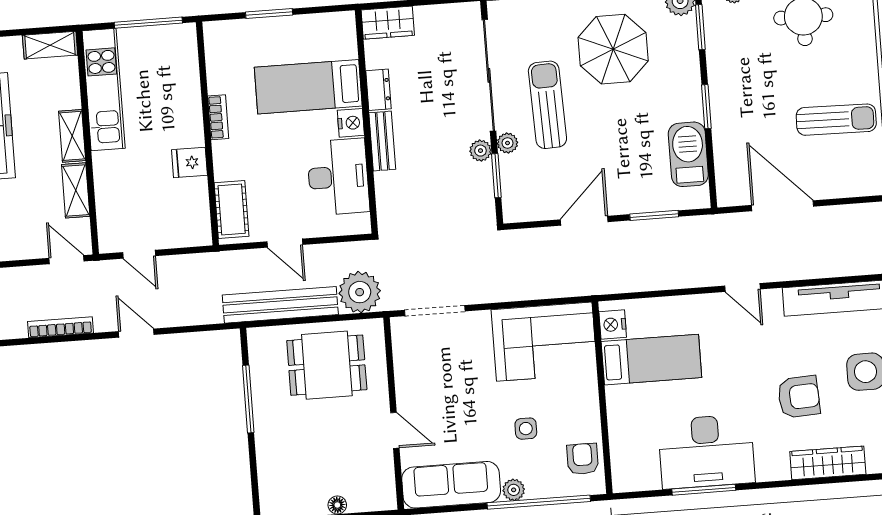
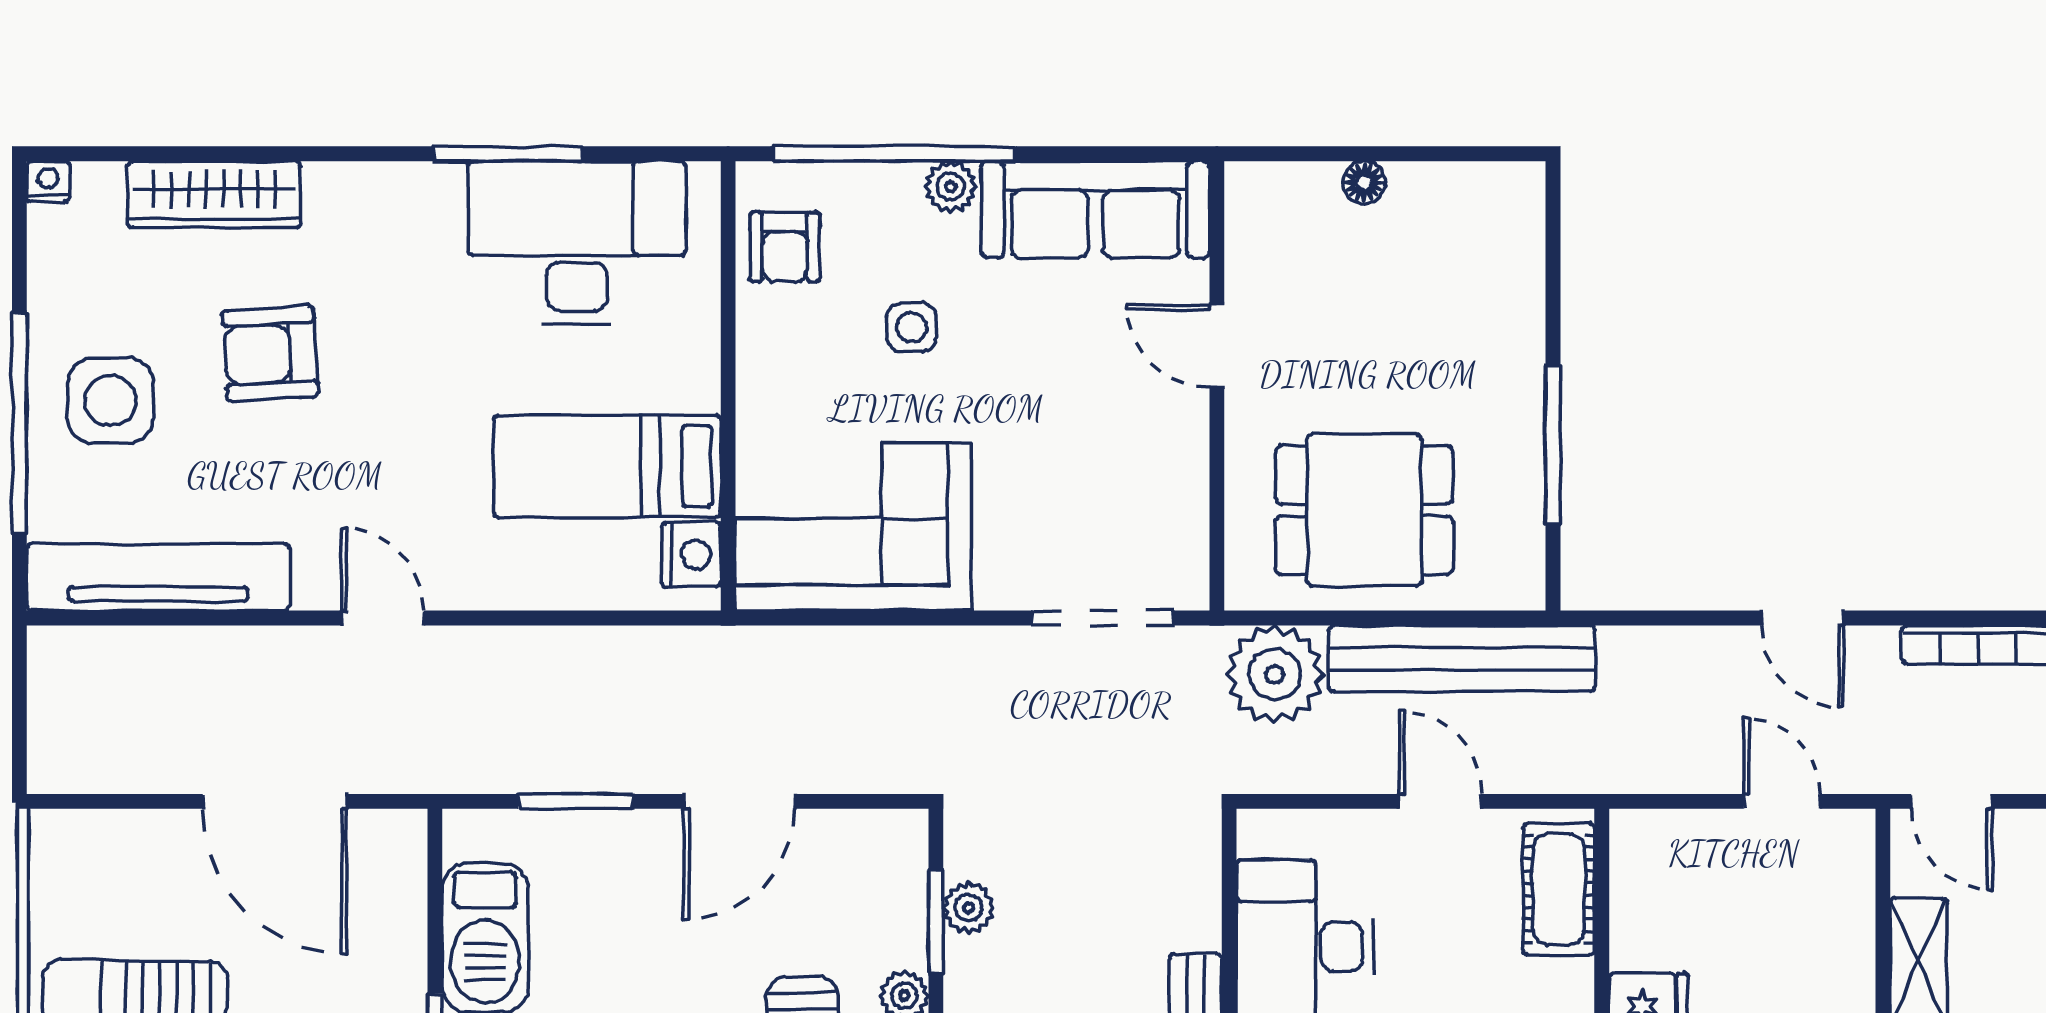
plant: (480, 151) -> (969, 908), moved
desk: (706, 451) -> (577, 242), moved

